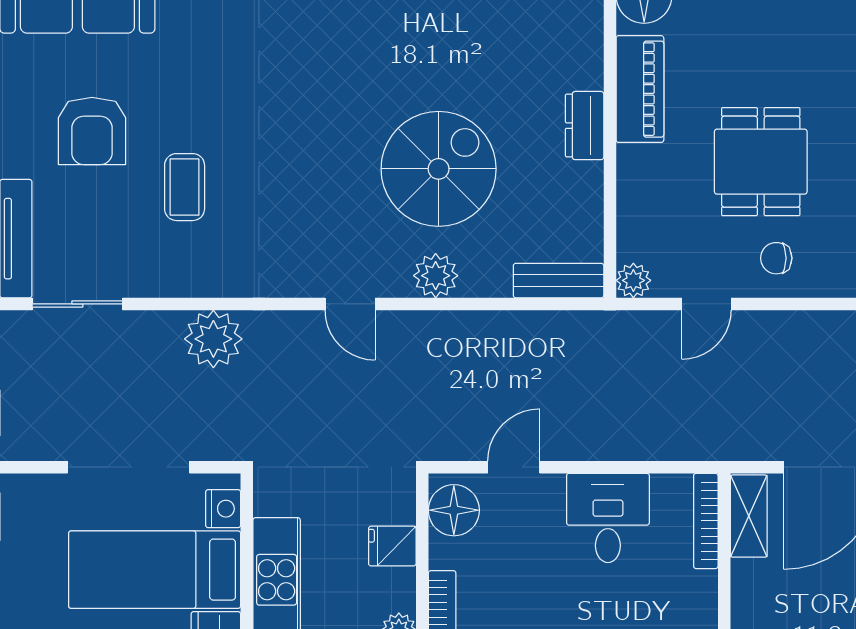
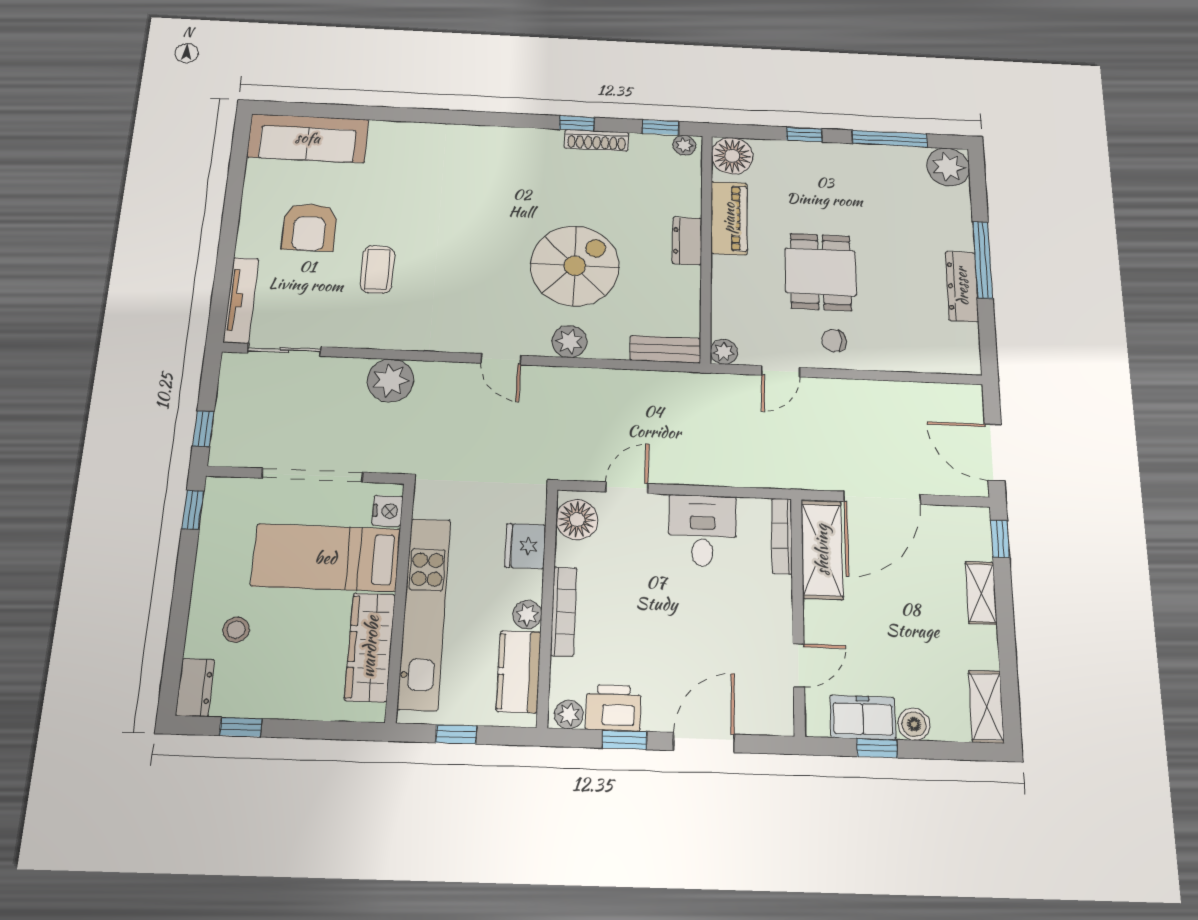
shelving: (749, 516) -> (822, 550), width x1.50, depth x1.33
fridge: (392, 546) -> (525, 546), width x1.38

